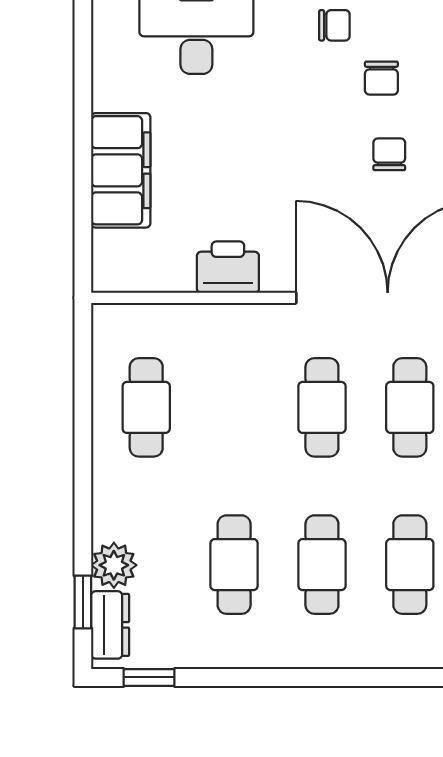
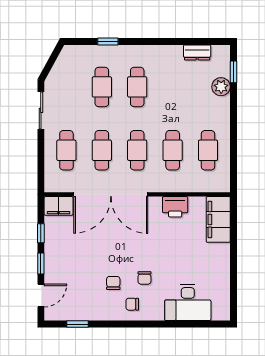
chair: (389, 154) -> (144, 278), moved
filing cabinet: (121, 170) -> (218, 219), moved
cafe table: (234, 565) -> (173, 150), moved
dresser: (110, 625) -> (197, 52), moved, turned -90
window: (149, 677) -> (108, 41), moved

